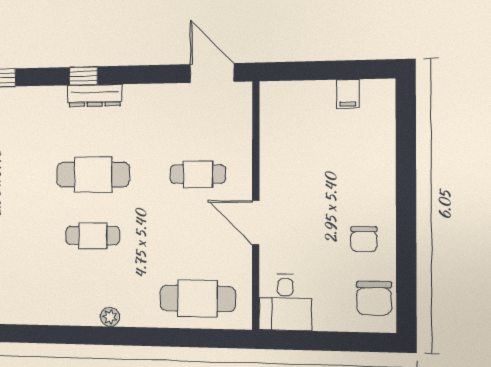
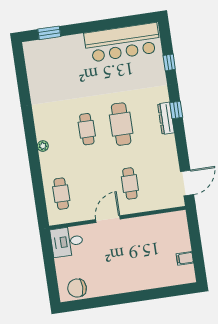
chair: (364, 239) -> (108, 278), removed
cafe table: (198, 298) -> (61, 194), width x0.73, depth x0.74

